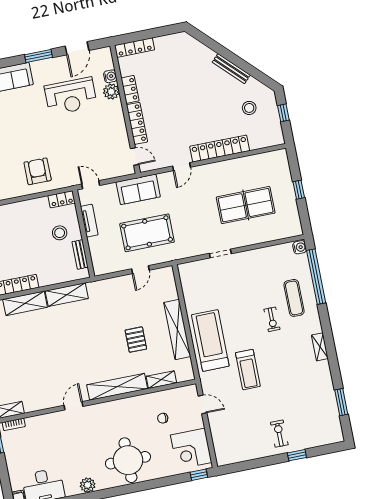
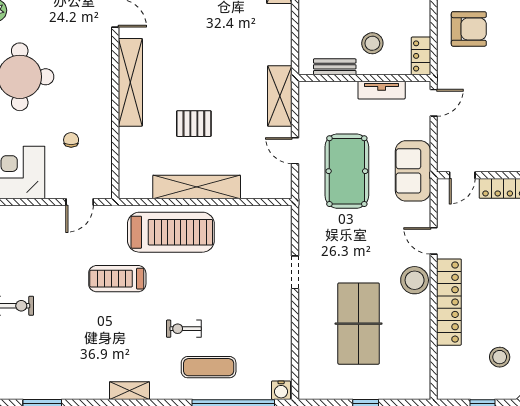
stool: (210, 174) -> (415, 280), added
shelving: (67, 295) -> (280, 96), moved
shelving: (161, 380) -> (128, 149), removed

